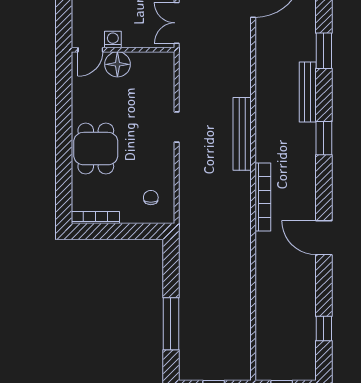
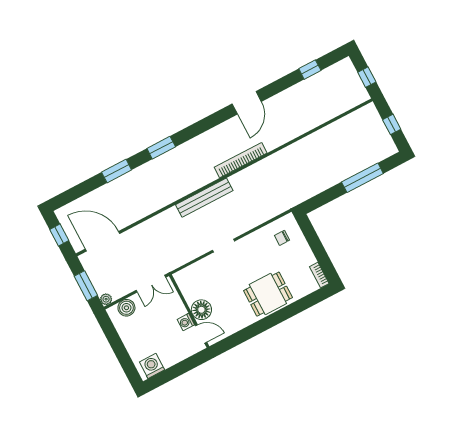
bench: (308, 92) -> (151, 167), removed
window: (324, 138) -> (161, 148), moved
bookcase: (95, 218) -> (319, 275), width x0.64

